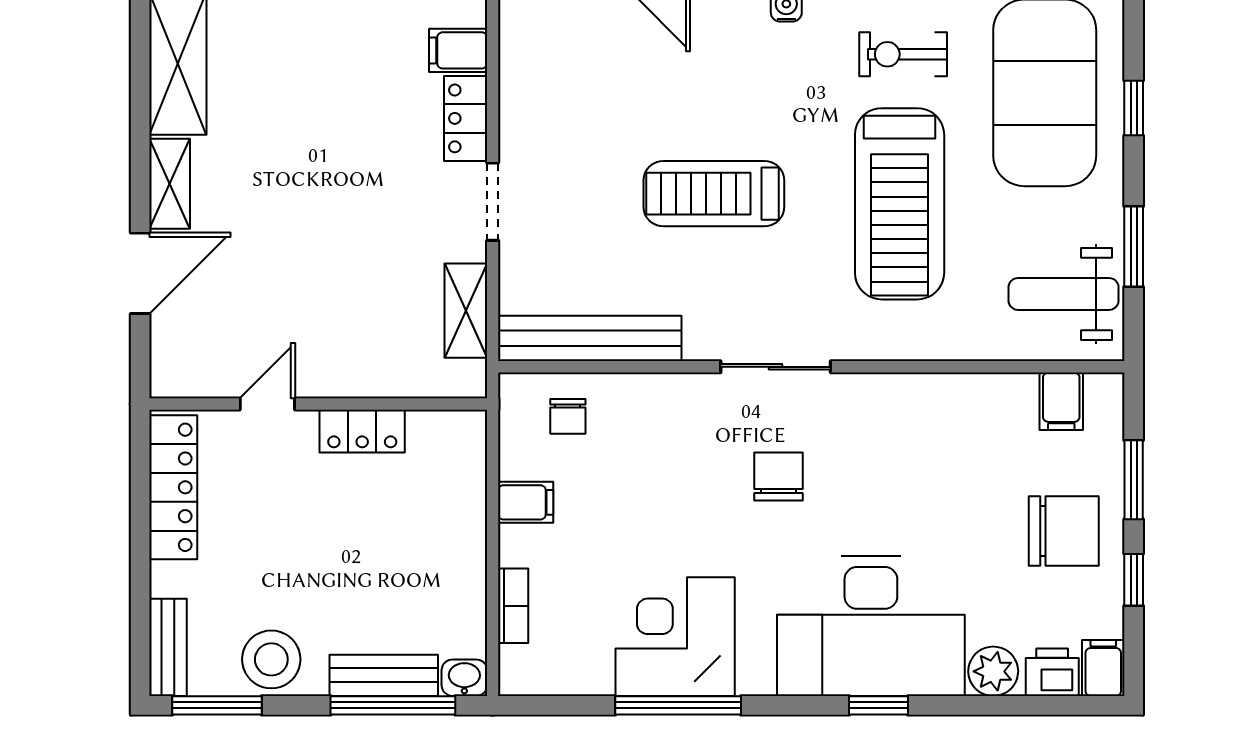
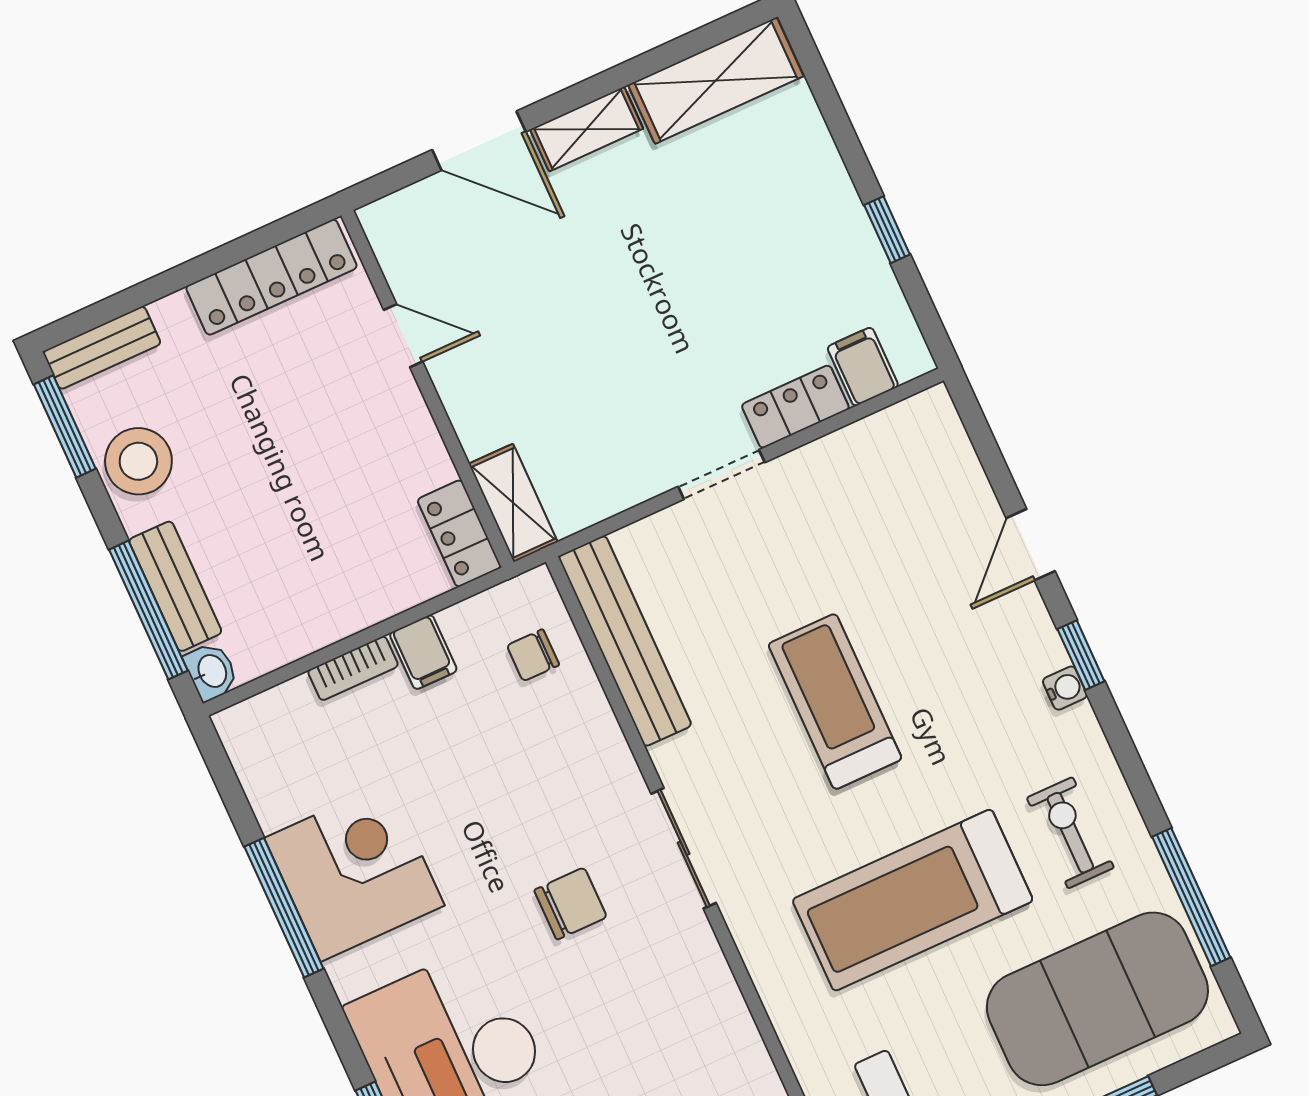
shelving: (466, 311) -> (513, 503), moved, turned 90
locker: (362, 431) -> (459, 533), moved
bookcase: (513, 606) -> (353, 668), moved

